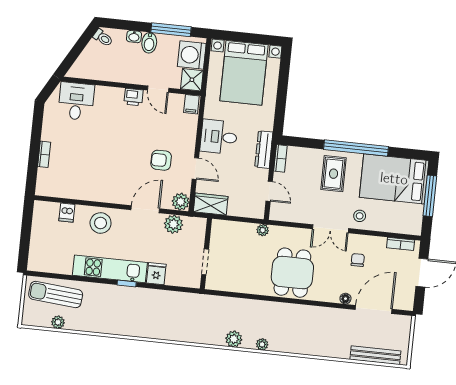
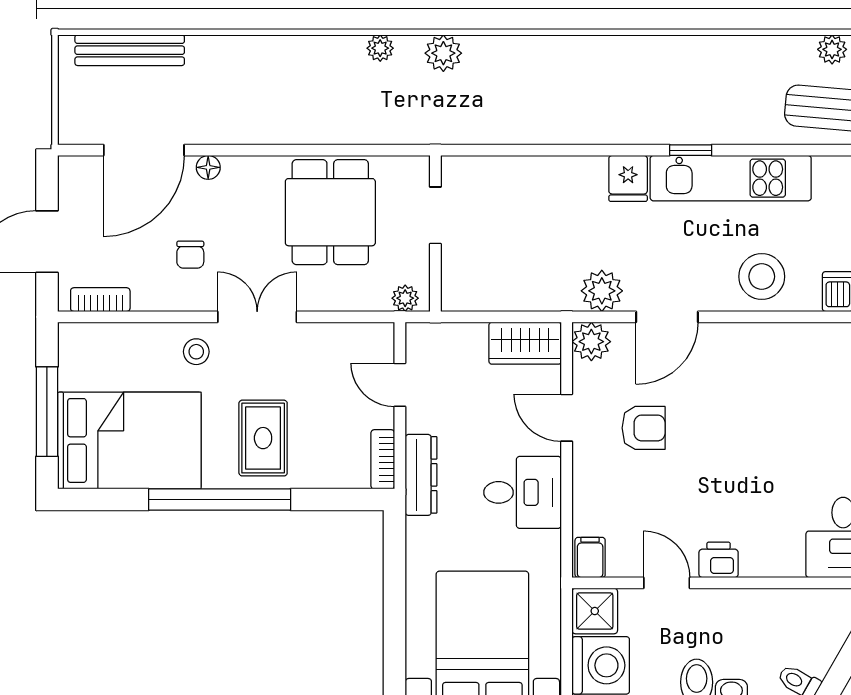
wall: (206, 254) -> (435, 233), moved
doorway: (205, 262) -> (435, 215), moved

